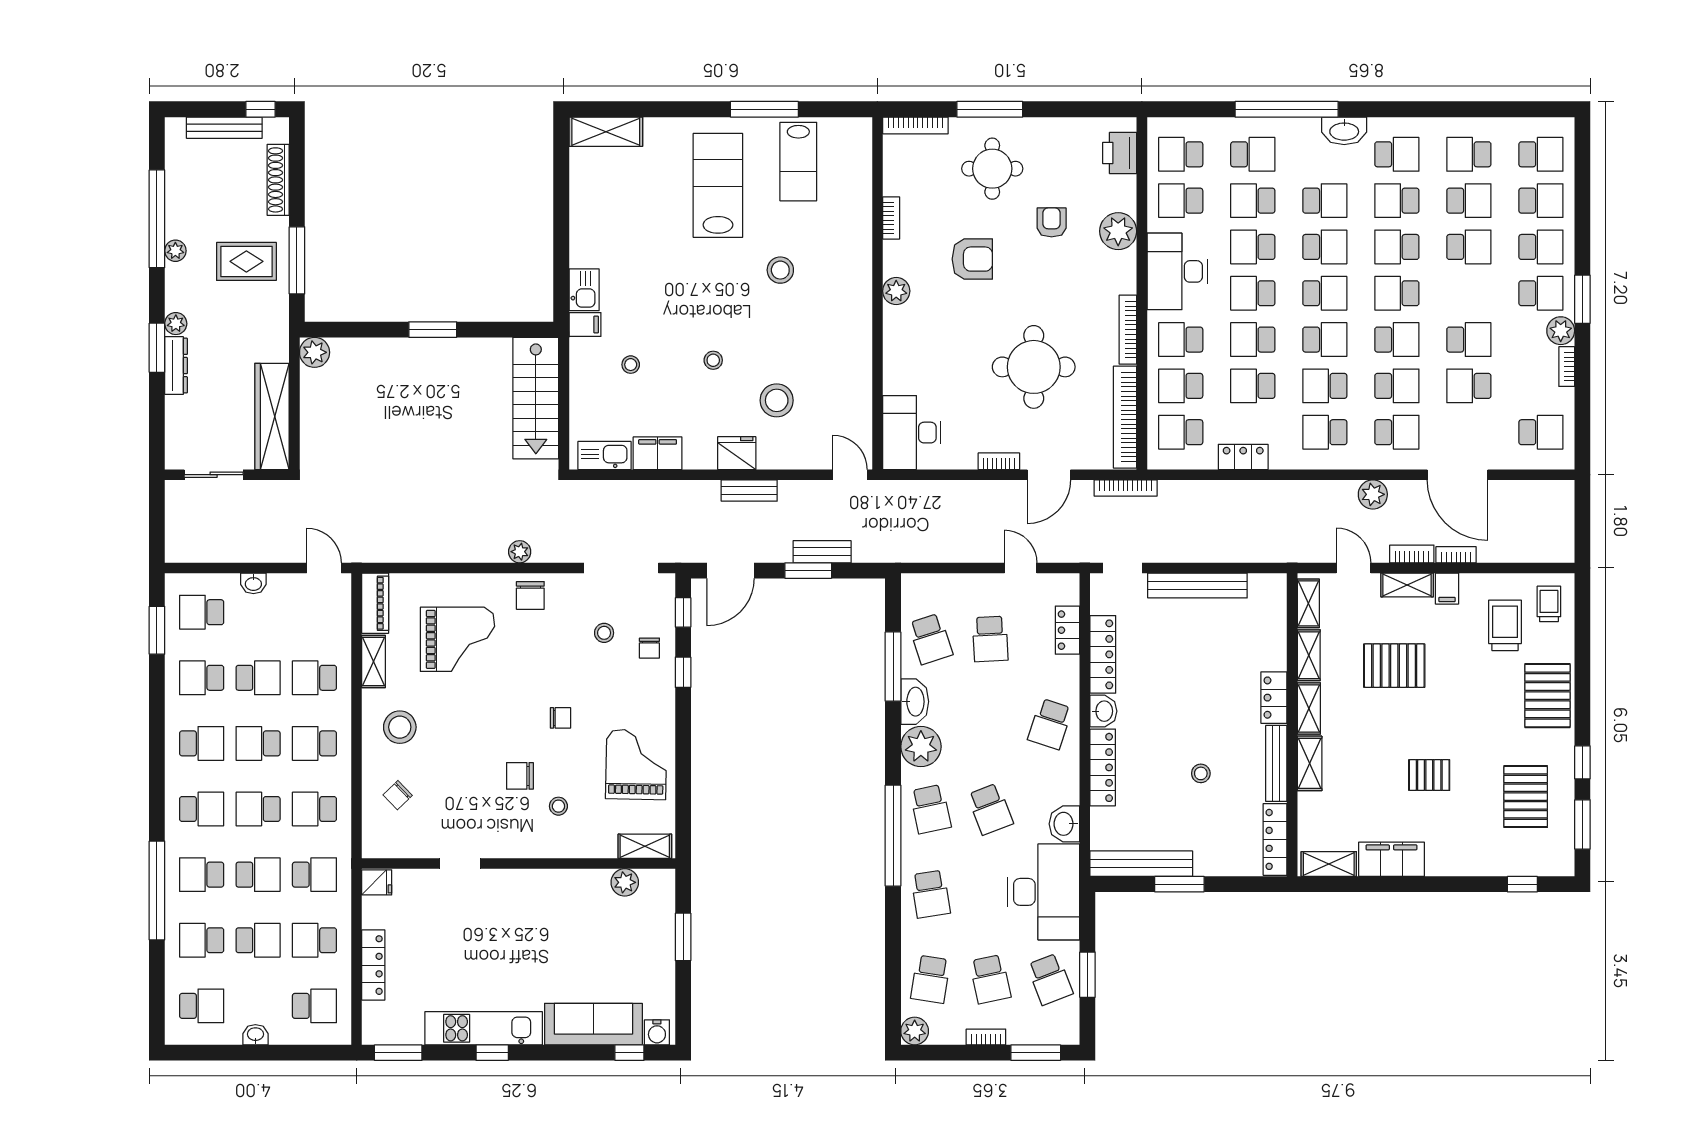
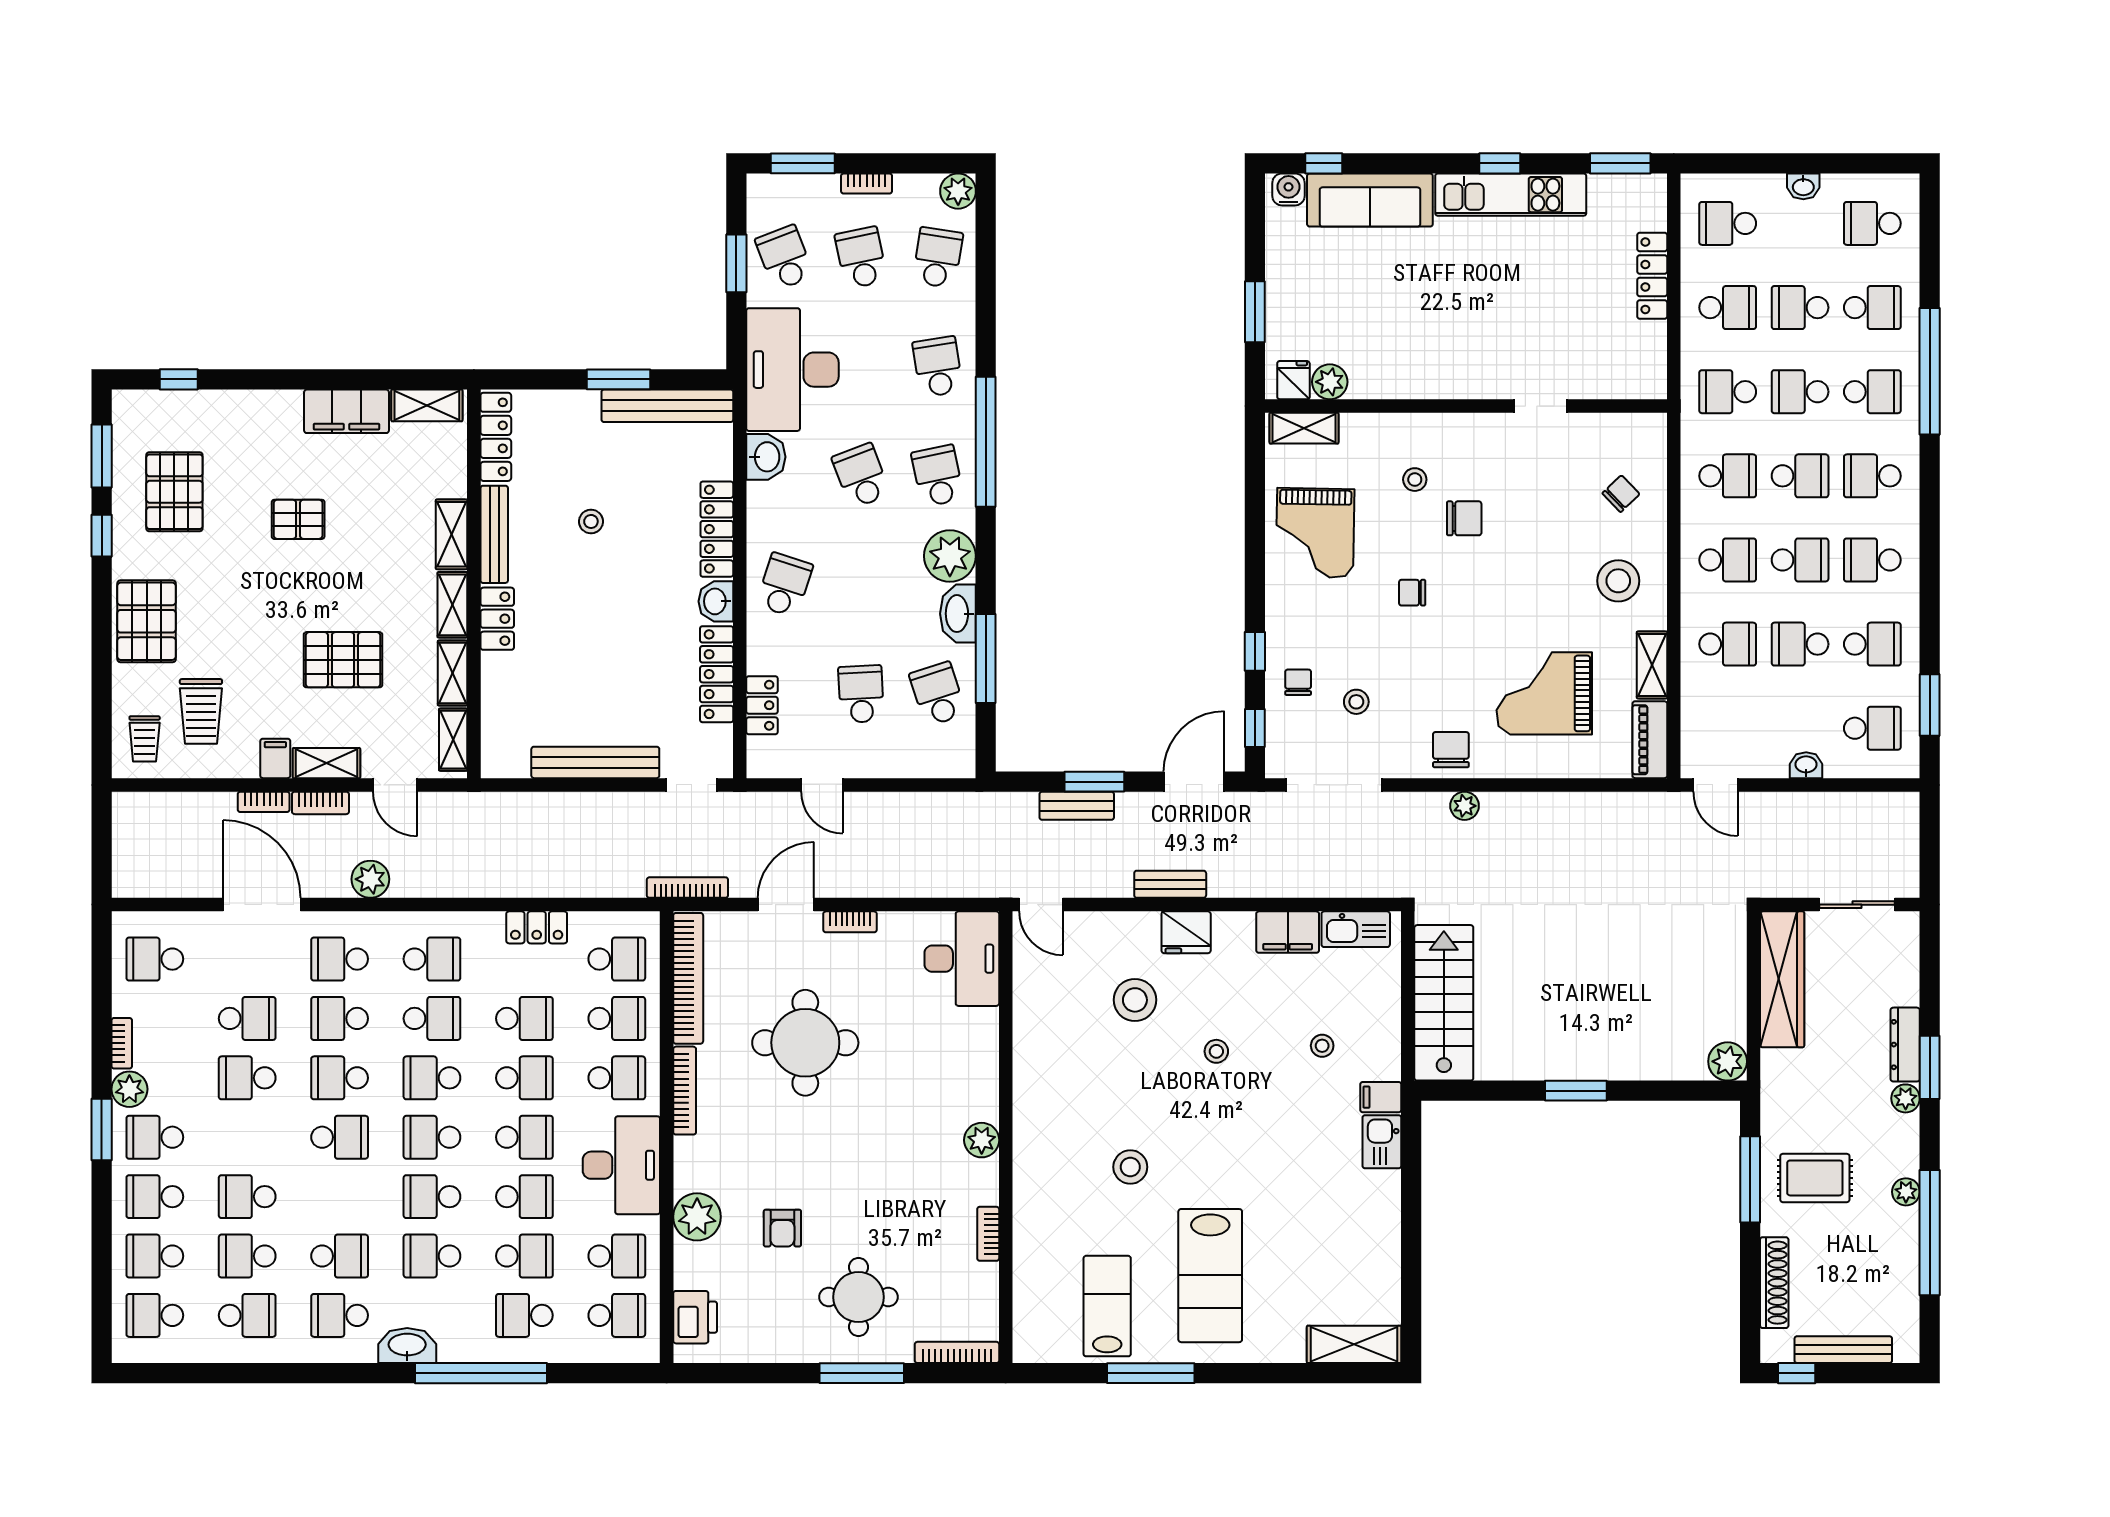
school desk: (1397, 247) -> (340, 1197), removed
armchair: (972, 259) -> (884, 1181), removed
fridge: (377, 882) -> (1293, 380), moved, turned 90

